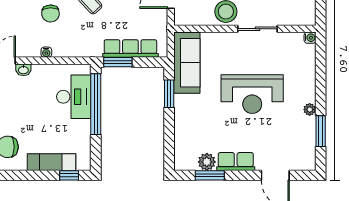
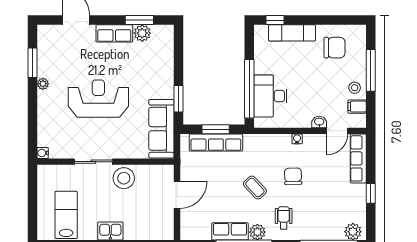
window: (118, 62) -> (216, 129), moved

